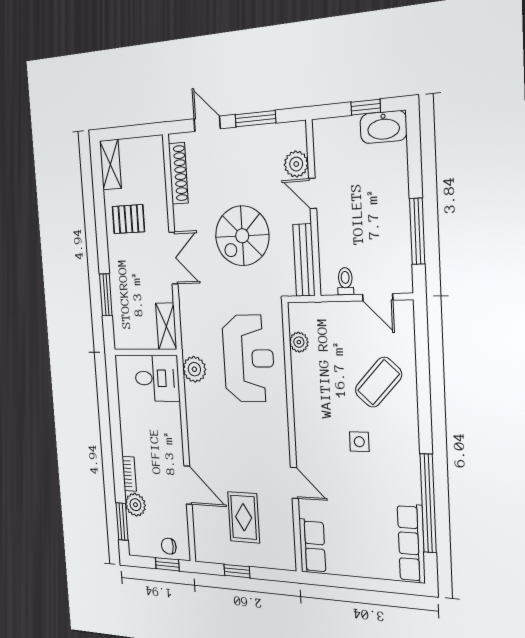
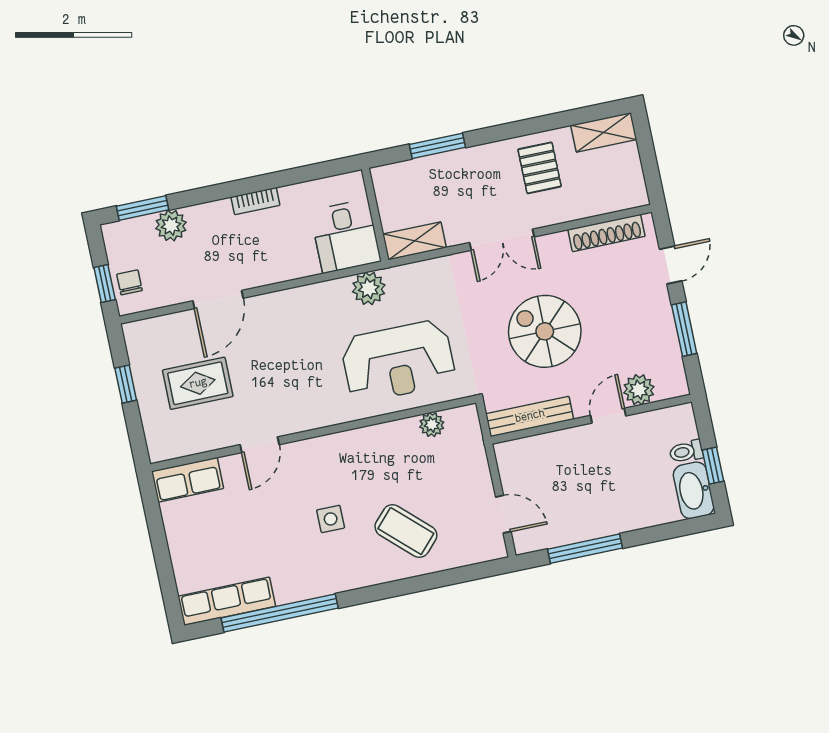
toilet: (345, 281) -> (686, 452), moved, turned 180
door: (378, 297) -> (503, 514), swing flipped
bookcase: (129, 474) -> (255, 201), moved

